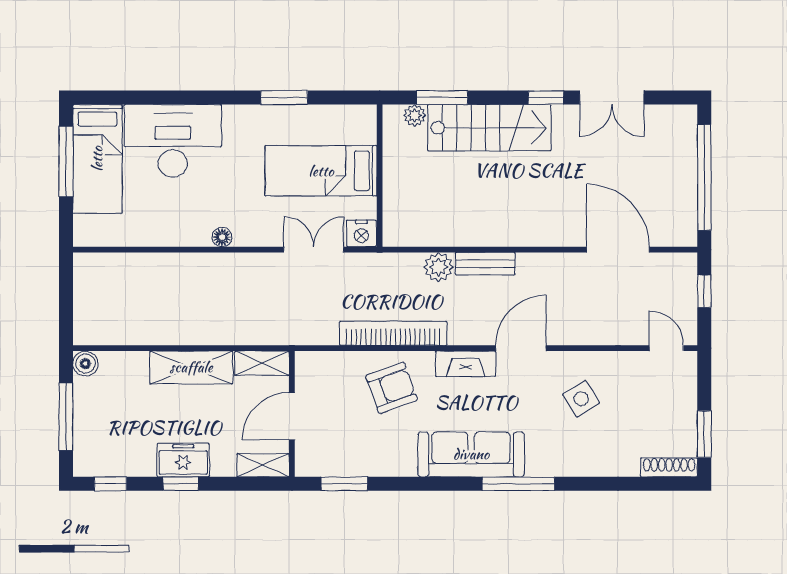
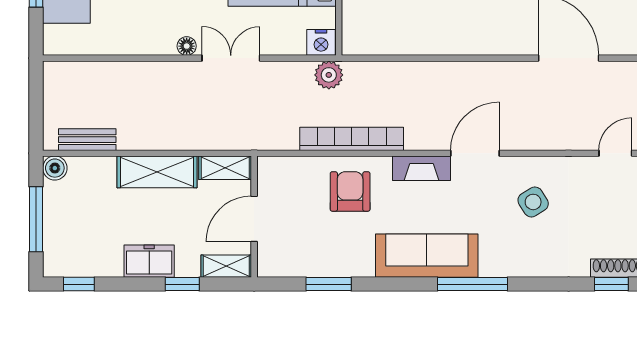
double door: (314, 250) -> (231, 58), moved
bench: (485, 264) -> (87, 140), moved
plant: (439, 267) -> (329, 75), moved
door: (666, 348) -> (615, 153), hinge flipped
armchair: (391, 388) -> (350, 191), turned -70
window: (181, 484) -> (182, 284), moved
window: (344, 484) -> (329, 284), moved
window: (662, 484) -> (611, 284), added

